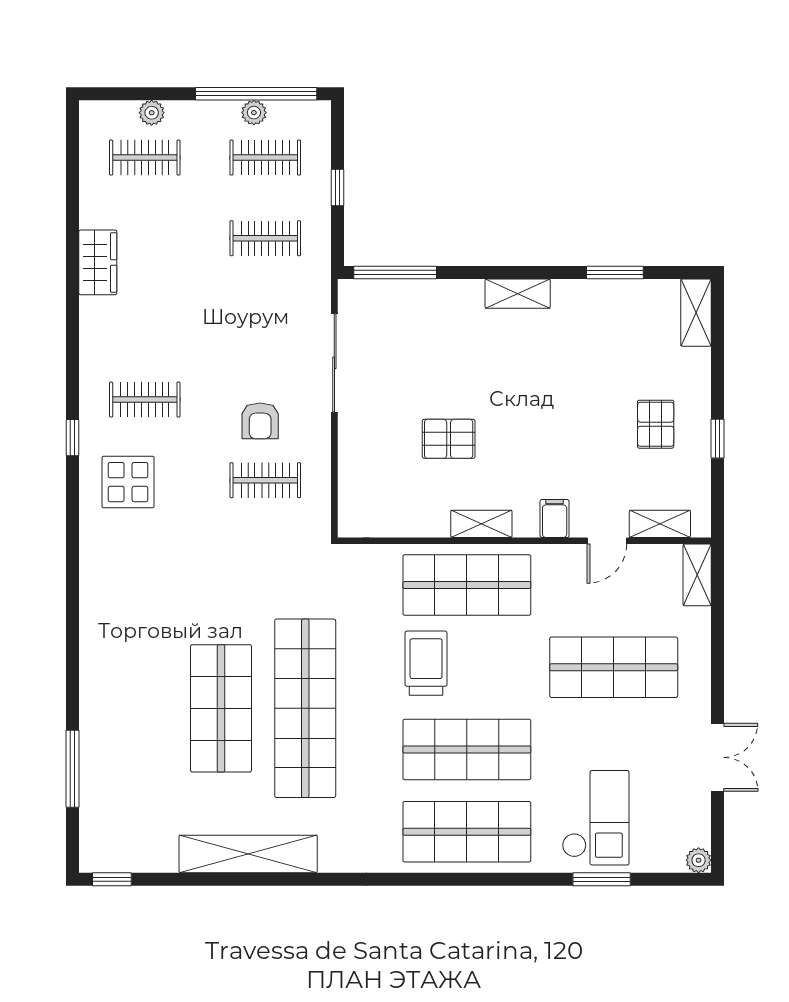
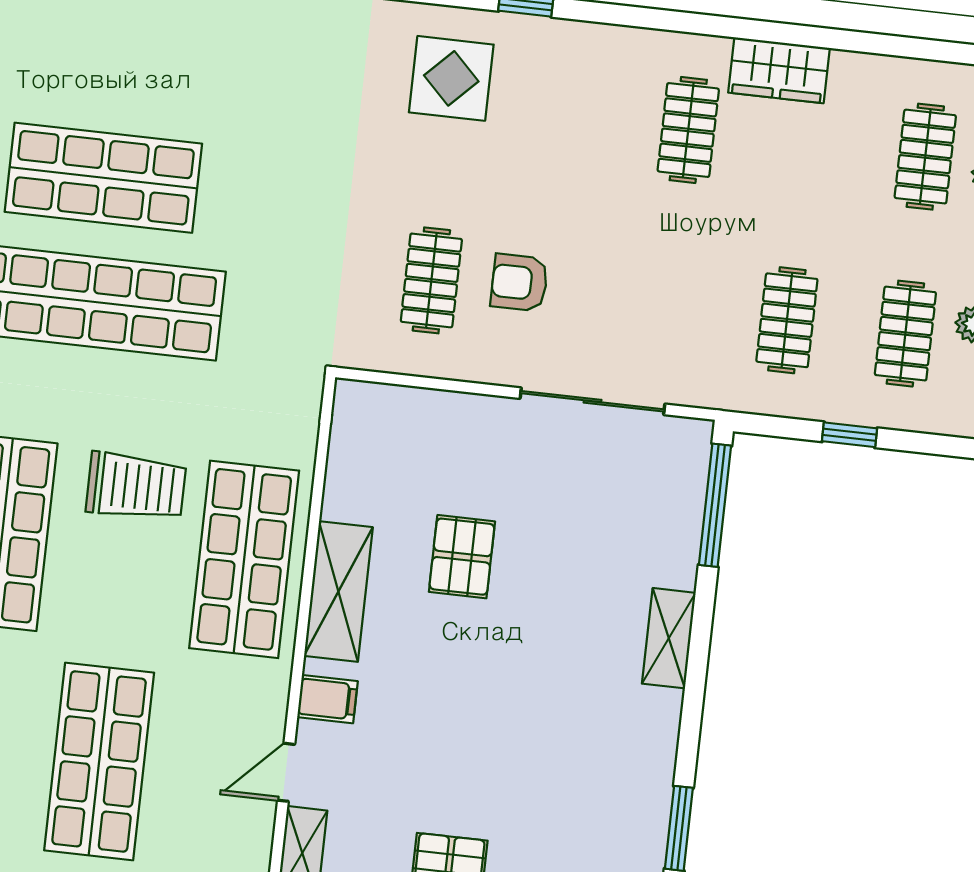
shelving: (518, 294) -> (669, 638), moved
clothes rail: (145, 400) -> (688, 130), moved
shelving: (481, 524) -> (338, 592), width x1.50, depth x1.33
door: (607, 541) -> (286, 772), hinge flipped

